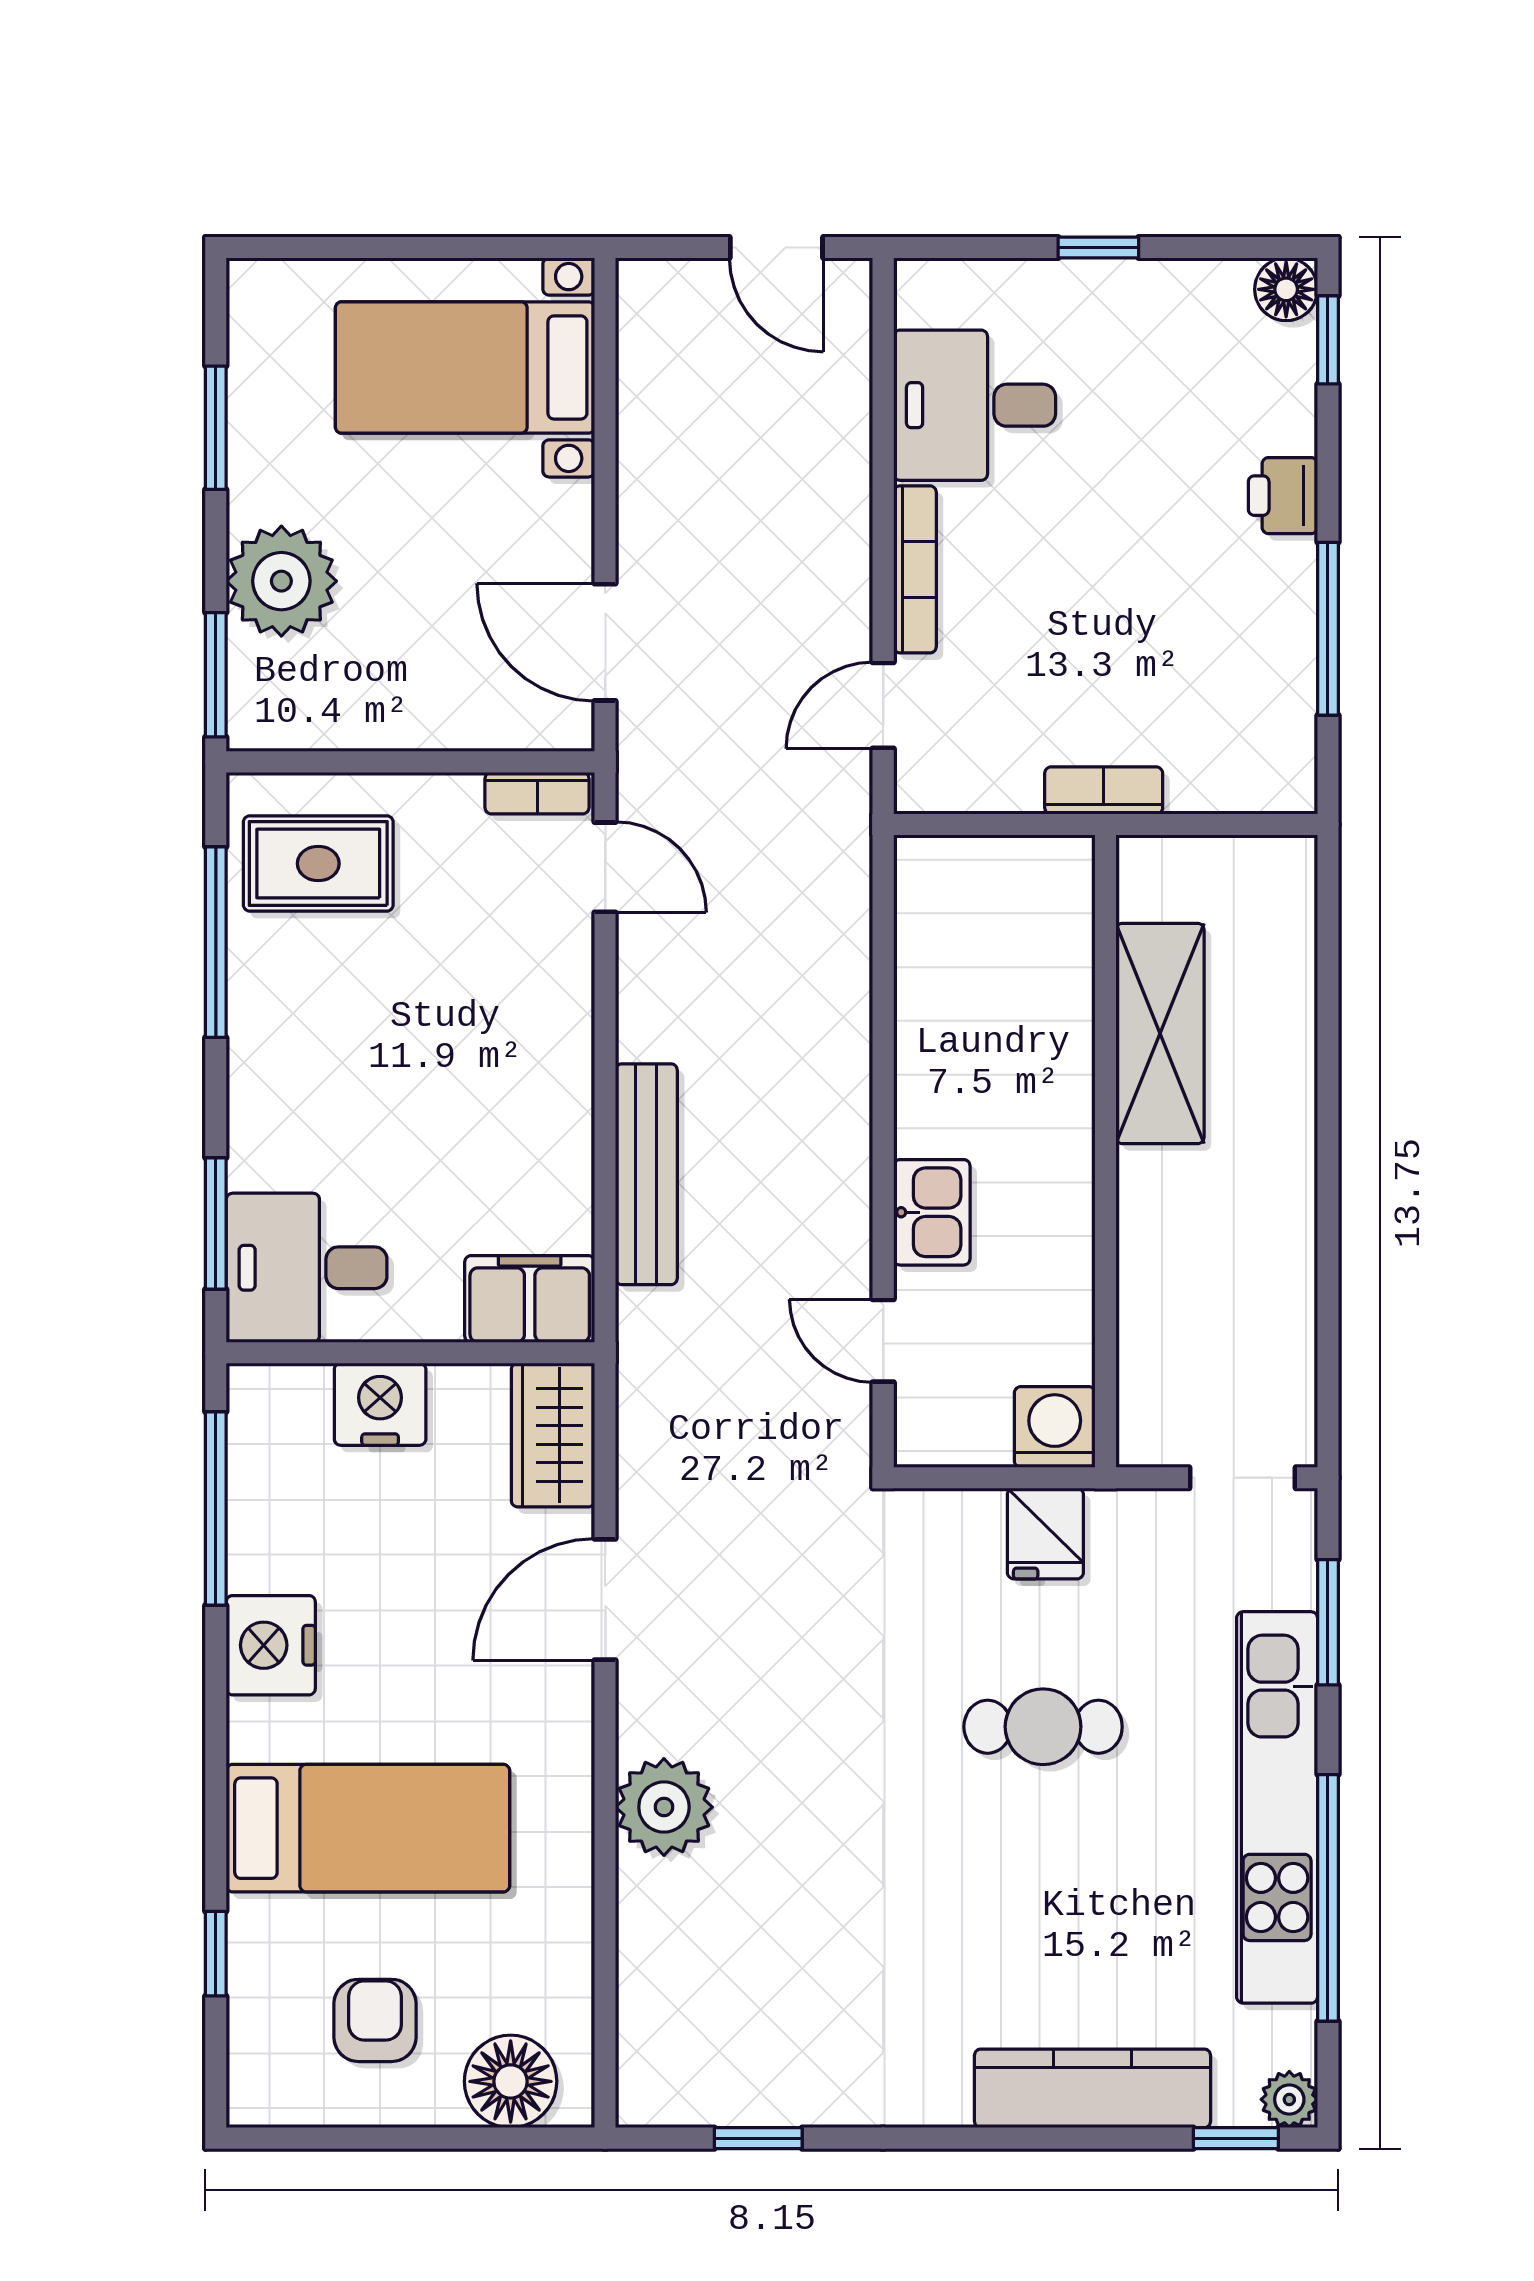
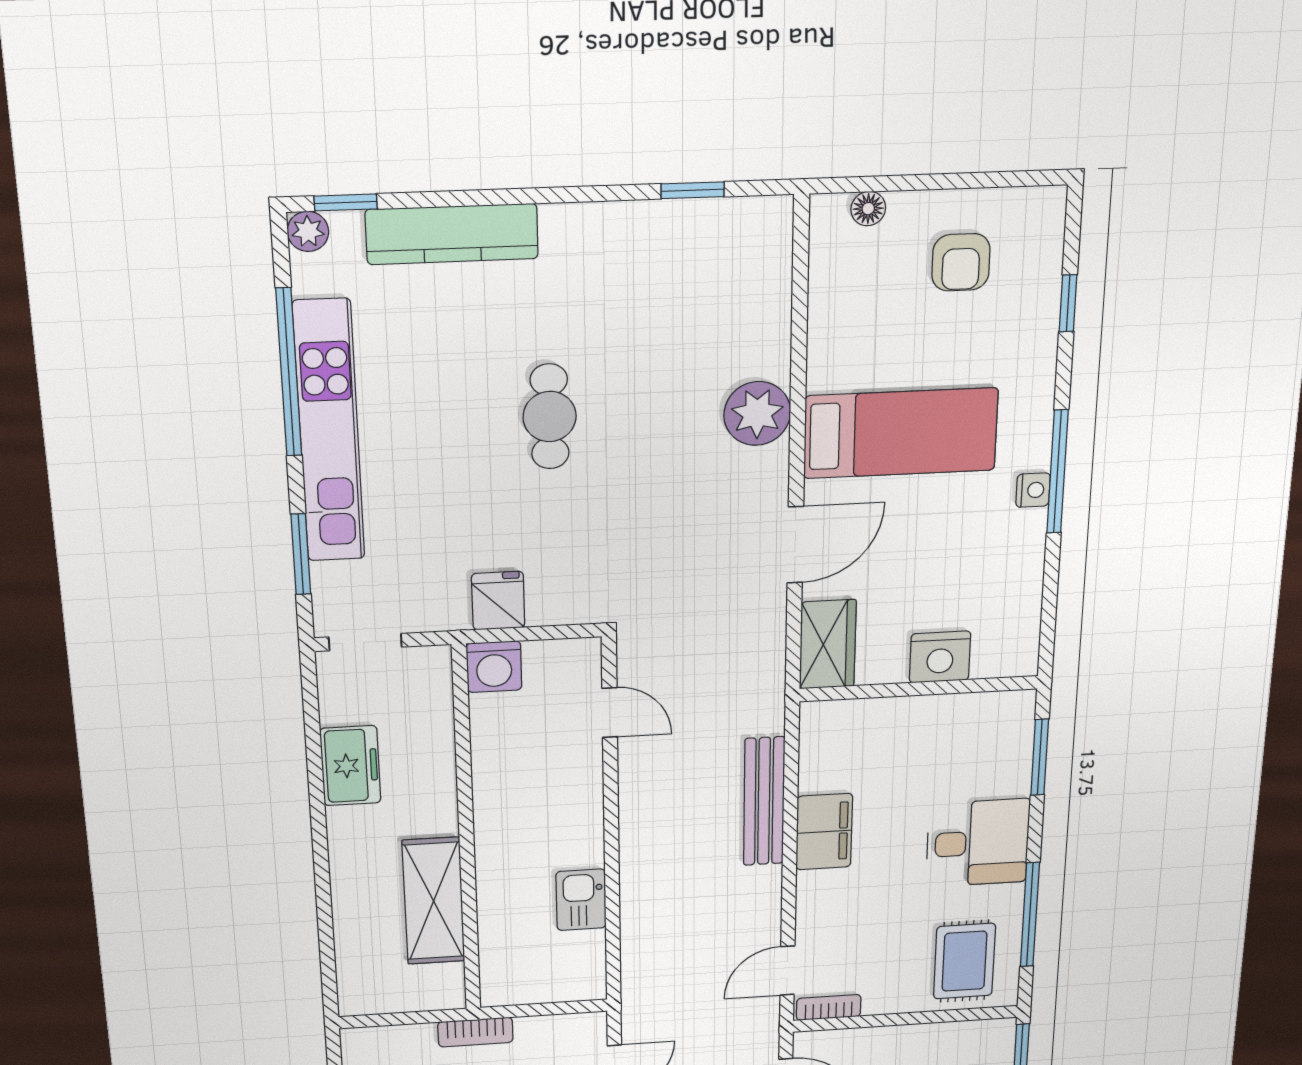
rug: (318, 863) -> (964, 961), turned 90
door: (605, 867) -> (787, 971), hinge flipped
kitchen sink: (932, 1212) -> (581, 900), moved
desk: (307, 1268) -> (978, 843), moved
freezer: (1275, 1276) -> (350, 766), added
filing cabinet: (530, 1299) -> (824, 832), moved, turned -90
window: (216, 1508) -> (1058, 472), moved
nightstand: (271, 1645) -> (1033, 490), width x0.53, depth x0.56
cafe table: (1043, 1727) -> (550, 417), moved, turned 90
bed: (368, 1828) -> (901, 433), moved, turned 180
floor lamp: (511, 2081) -> (868, 209), width x0.53, depth x0.53

